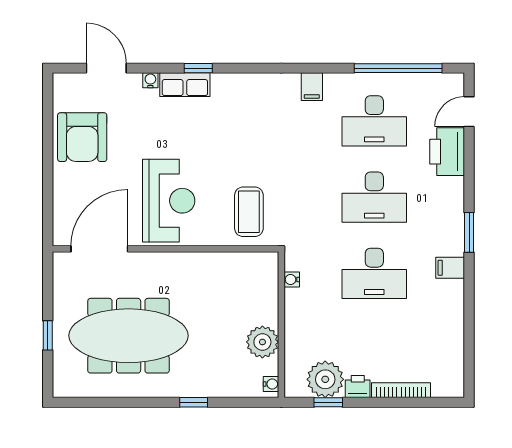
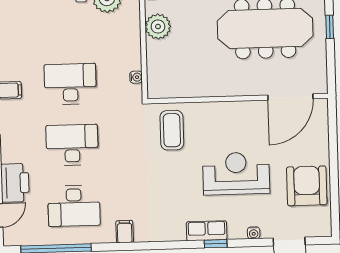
row of seats: (185, 85) -> (207, 231), moved
desk: (374, 121) -> (74, 206), turned 180
reception desk: (169, 201) -> (236, 173), moved, turned 90

